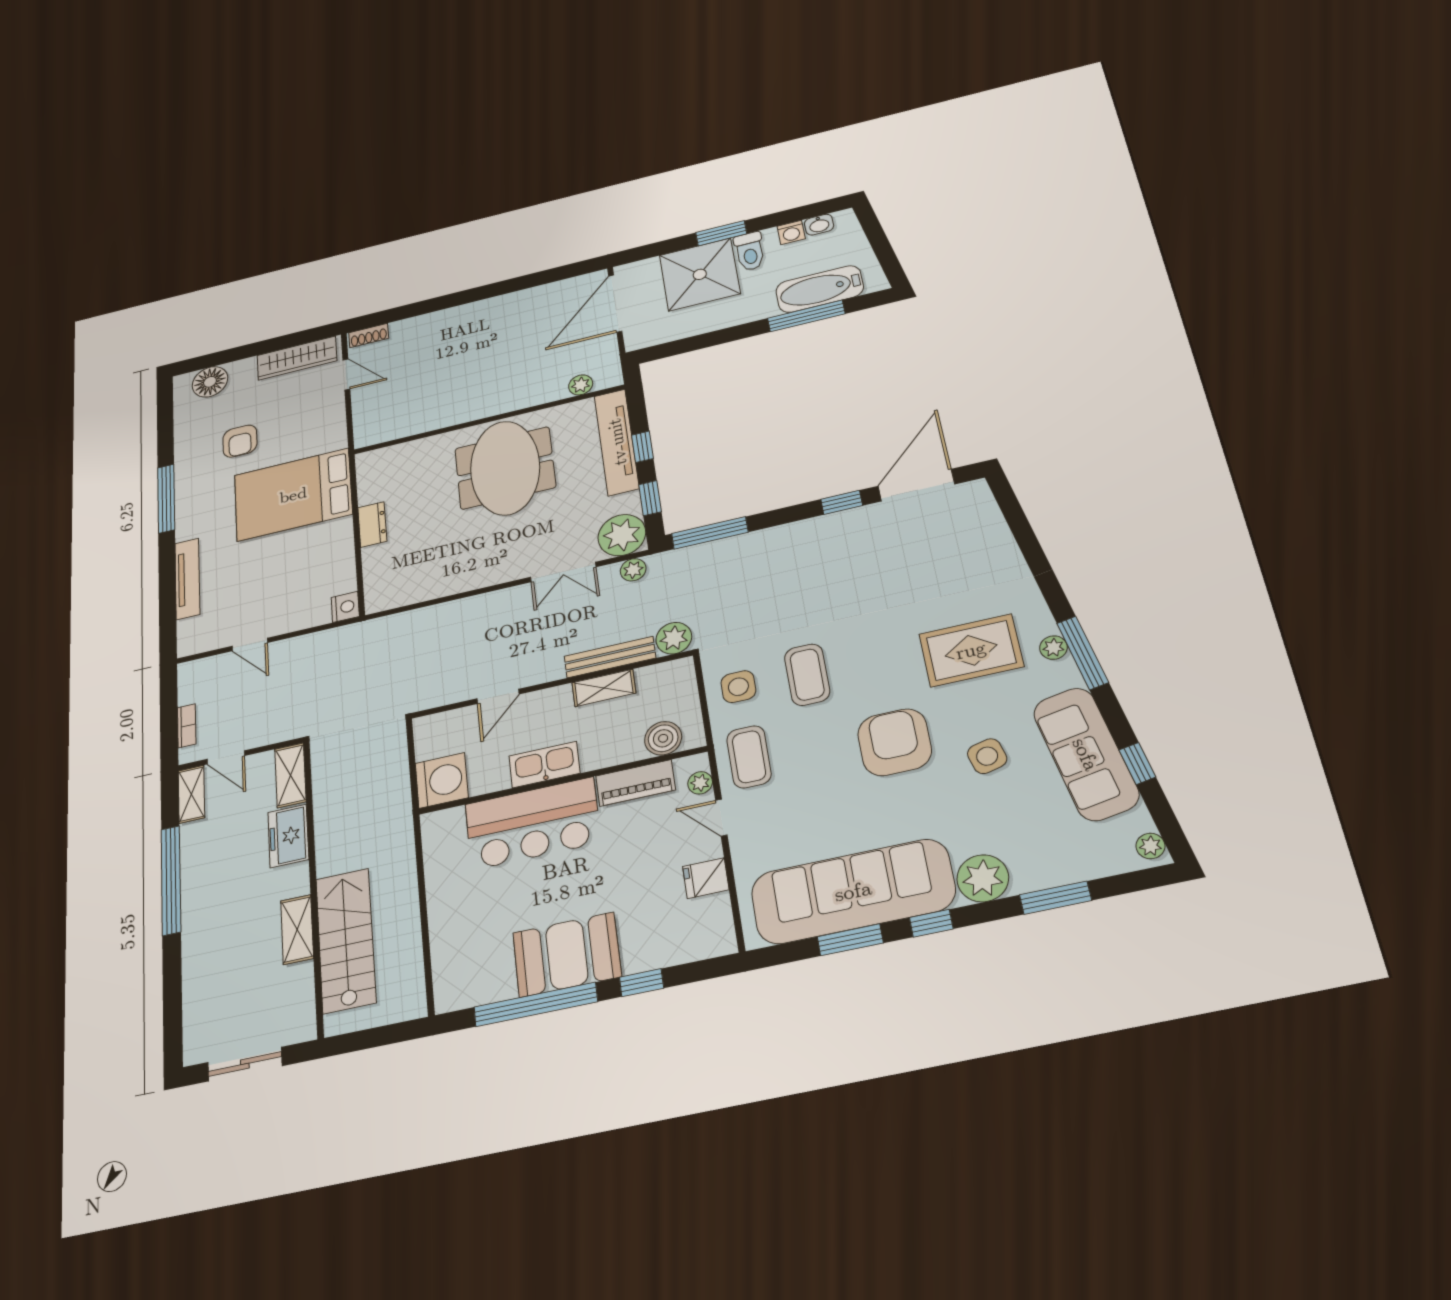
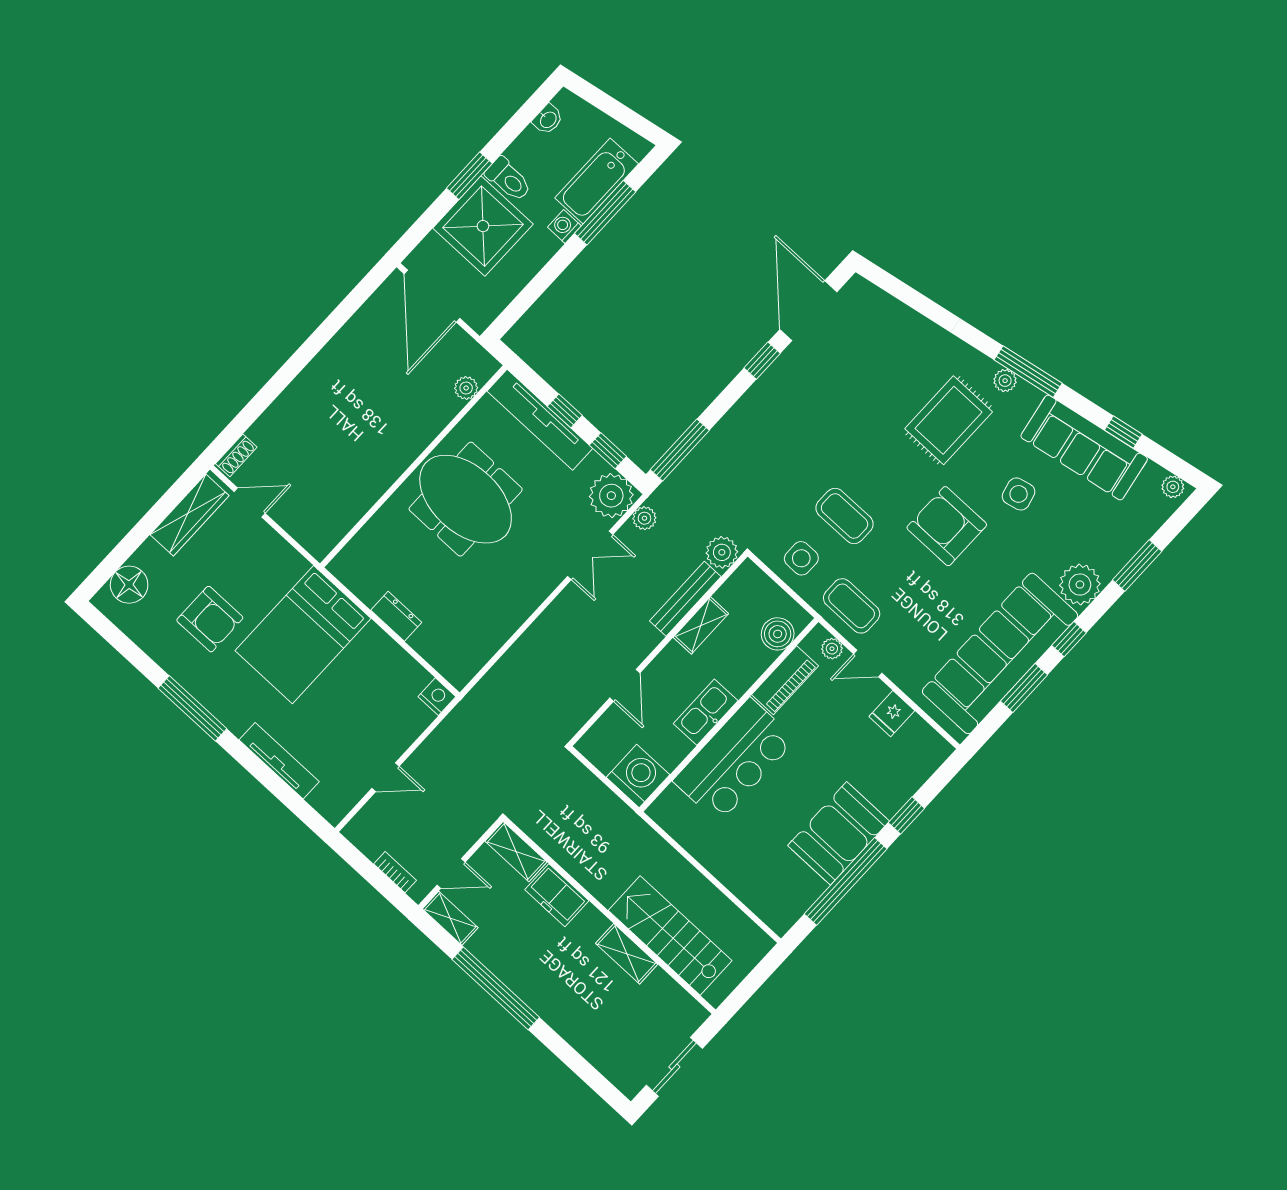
washing machine: (791, 233) -> (564, 227), moved, turned 180
armchair: (240, 441) -> (210, 619), width x1.38, depth x1.38

